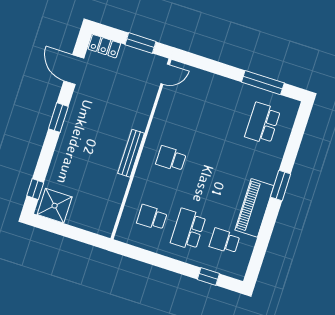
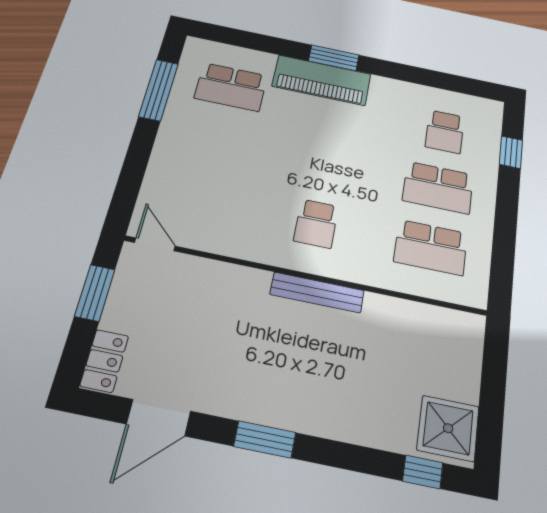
piano: (254, 208) -> (322, 80), moved
school desk: (152, 218) -> (431, 247), width x1.85

